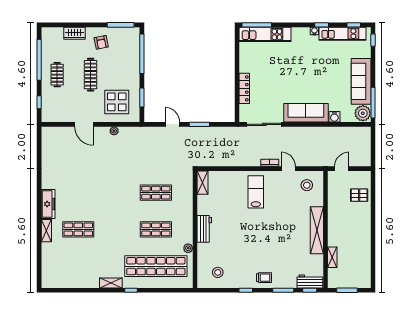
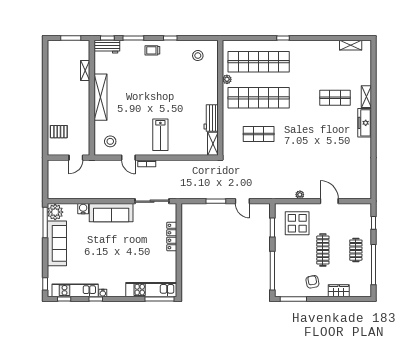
shop shelf: (156, 229) -> (259, 98), width x2.00, depth x1.36
workbench: (204, 229) -> (211, 118), moved
shelving: (111, 283) -> (351, 45), moved

